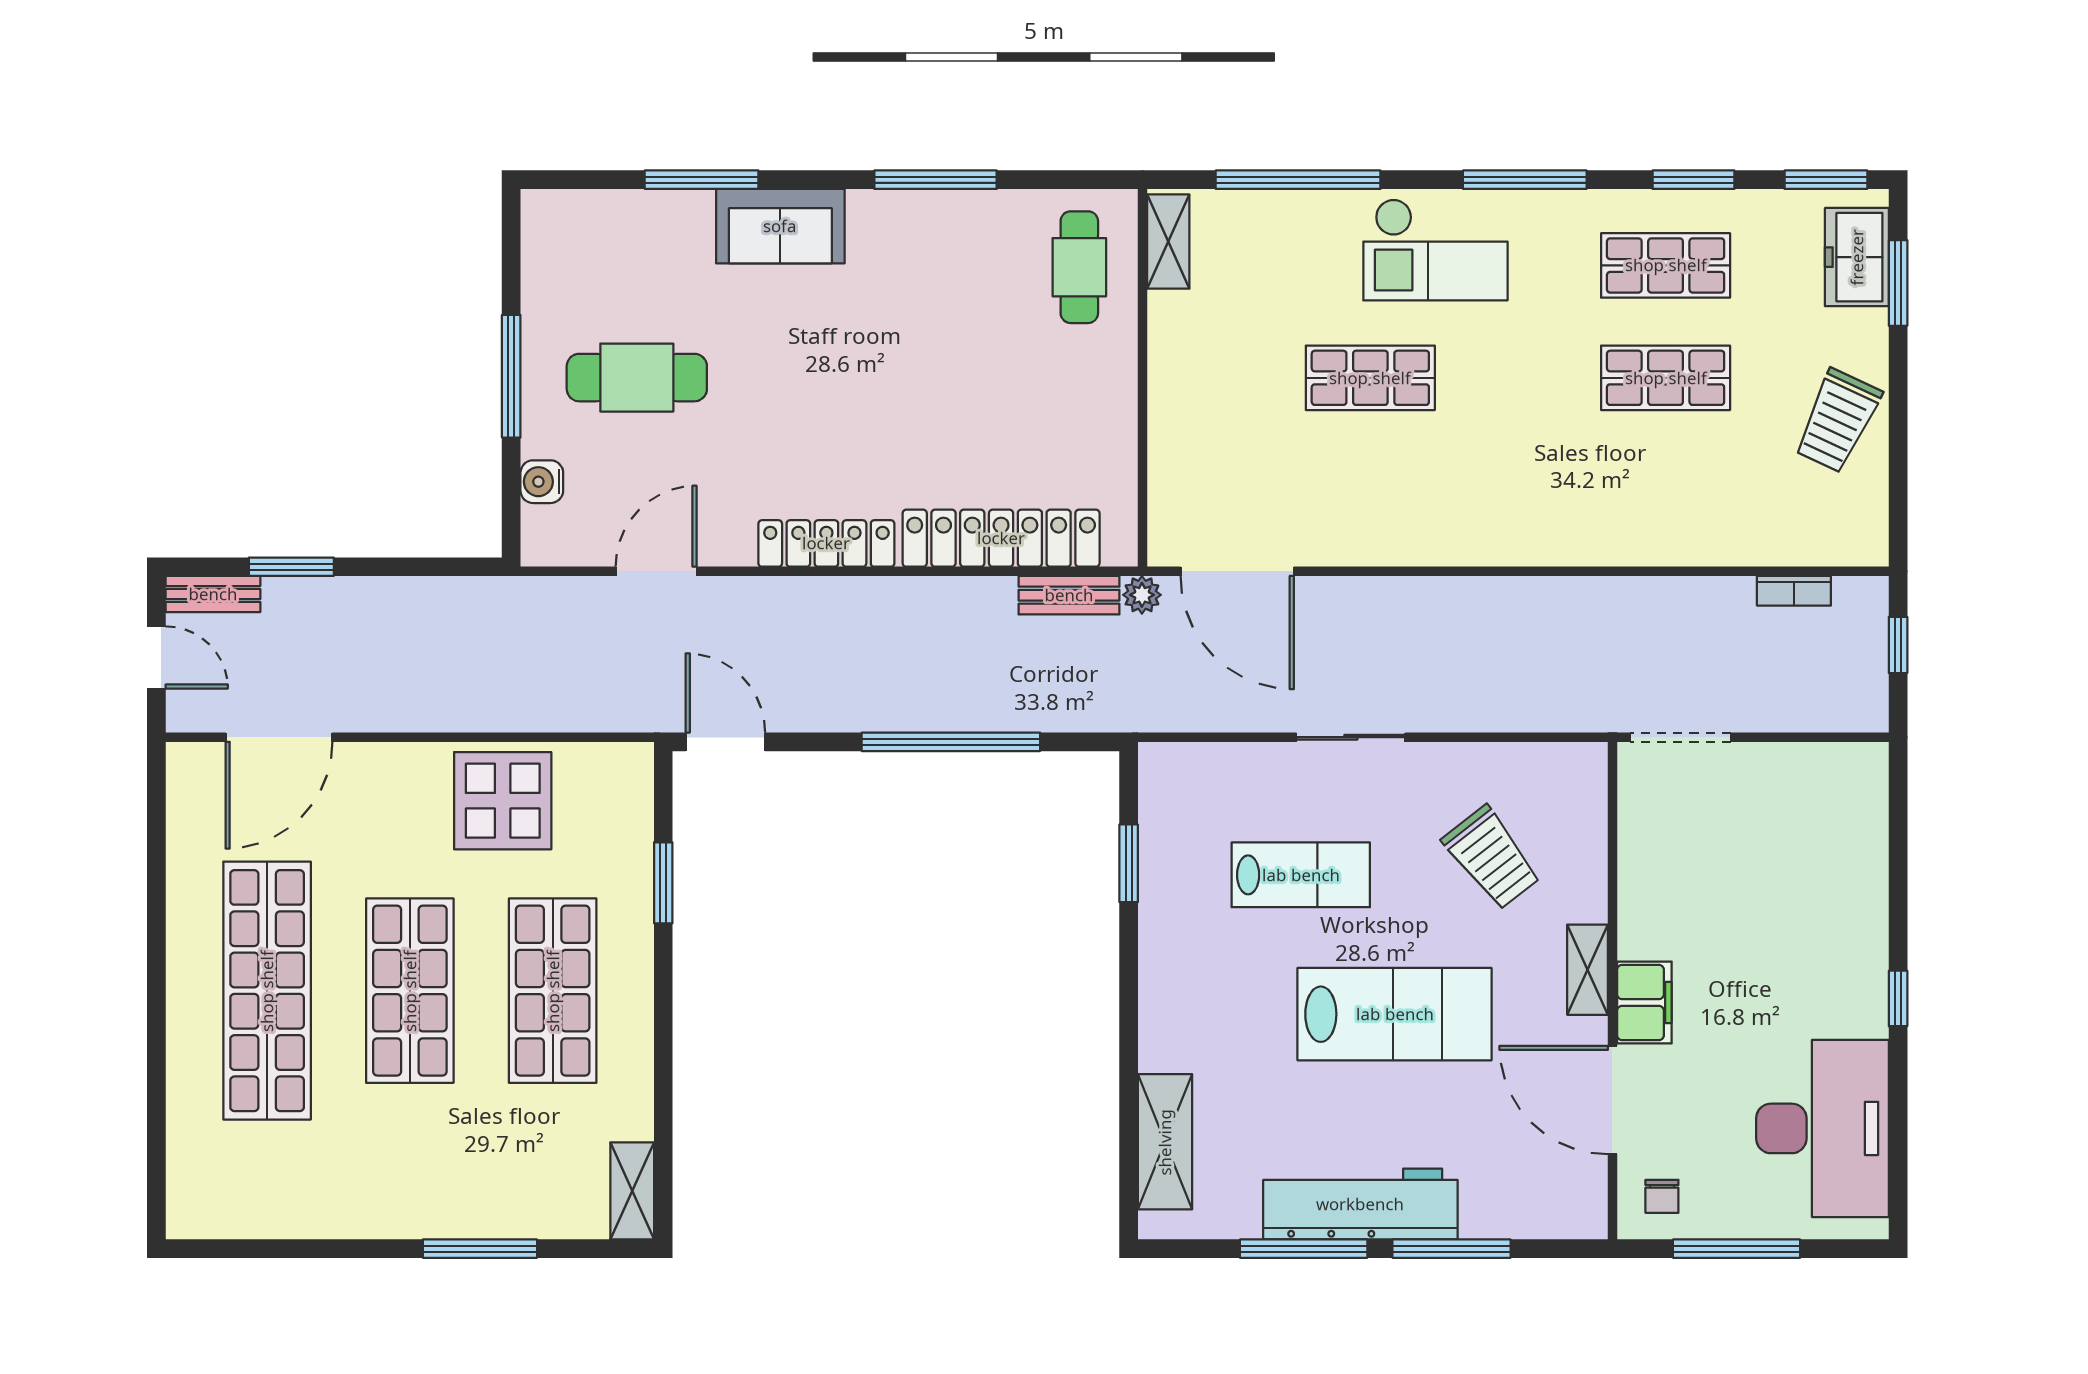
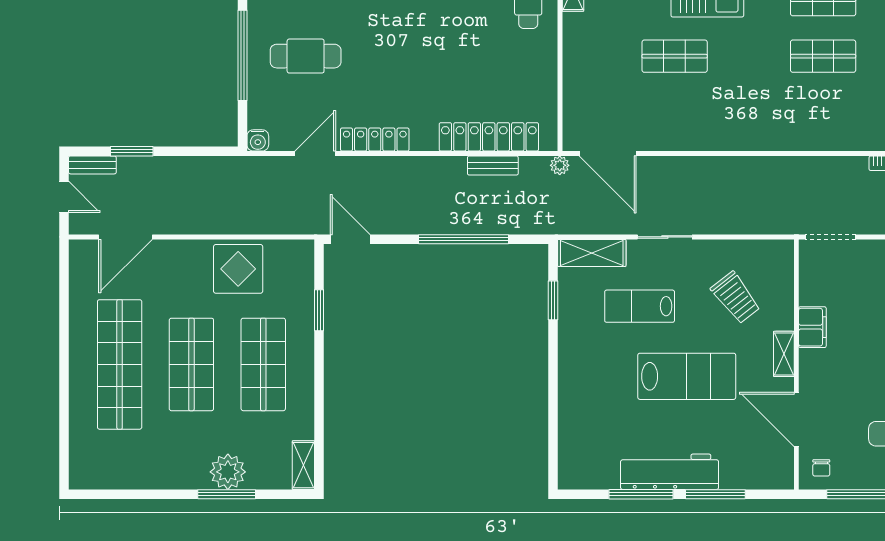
window: (511, 376) -> (242, 55), width x1.46
water cooler: (542, 482) -> (258, 140), moved, turned -90
locker: (826, 543) -> (375, 140), moved
bench: (1069, 595) -> (493, 166), moved
lab bench: (1301, 875) -> (640, 306), turned 180
filing cabinet: (1644, 1003) -> (812, 327), moved
shelving: (1165, 1142) -> (592, 253), moved, turned 90
plant: (482, 1204) -> (228, 472), added

